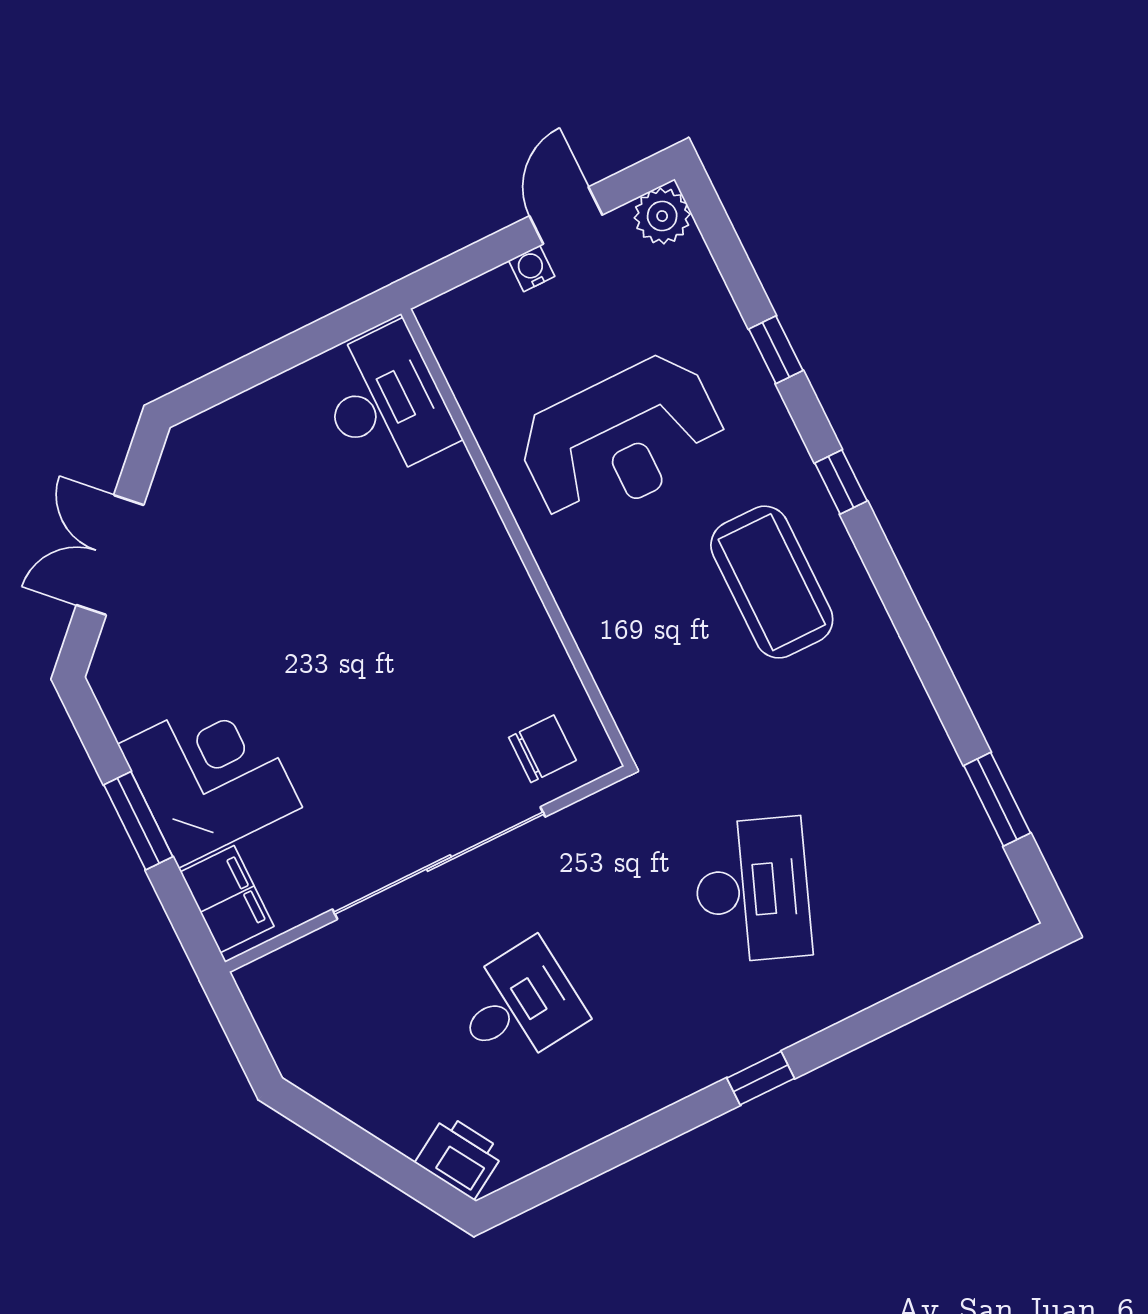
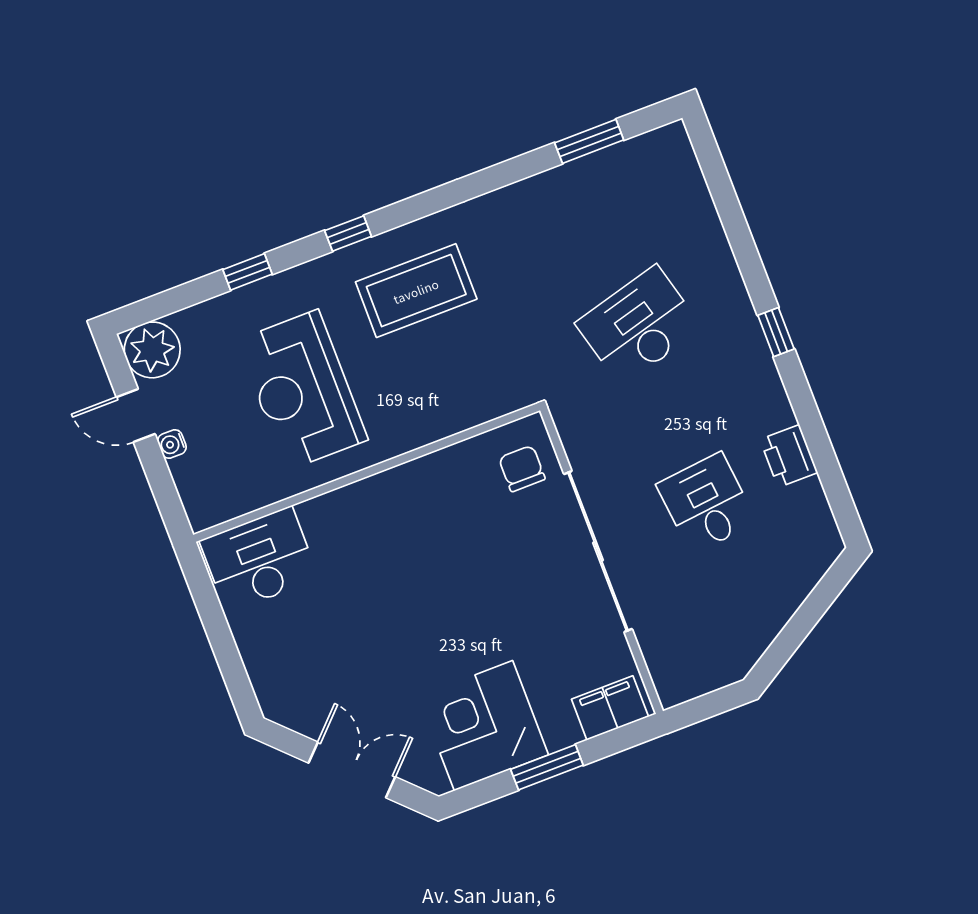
plant: (662, 216) -> (152, 350), width x1.36, depth x1.36
reception desk: (622, 439) -> (302, 390), turned 180
double door: (110, 555) -> (352, 770), swing flipped
corner desk: (210, 776) -> (483, 726), moved
desk: (752, 890) -> (639, 326), turned -36
printer: (460, 1157) -> (789, 456), moved, turned -59

